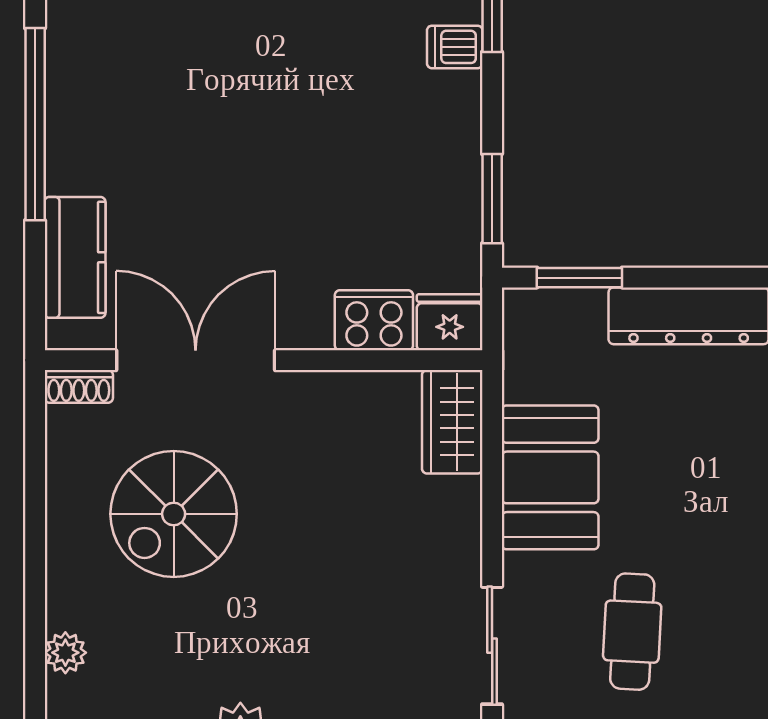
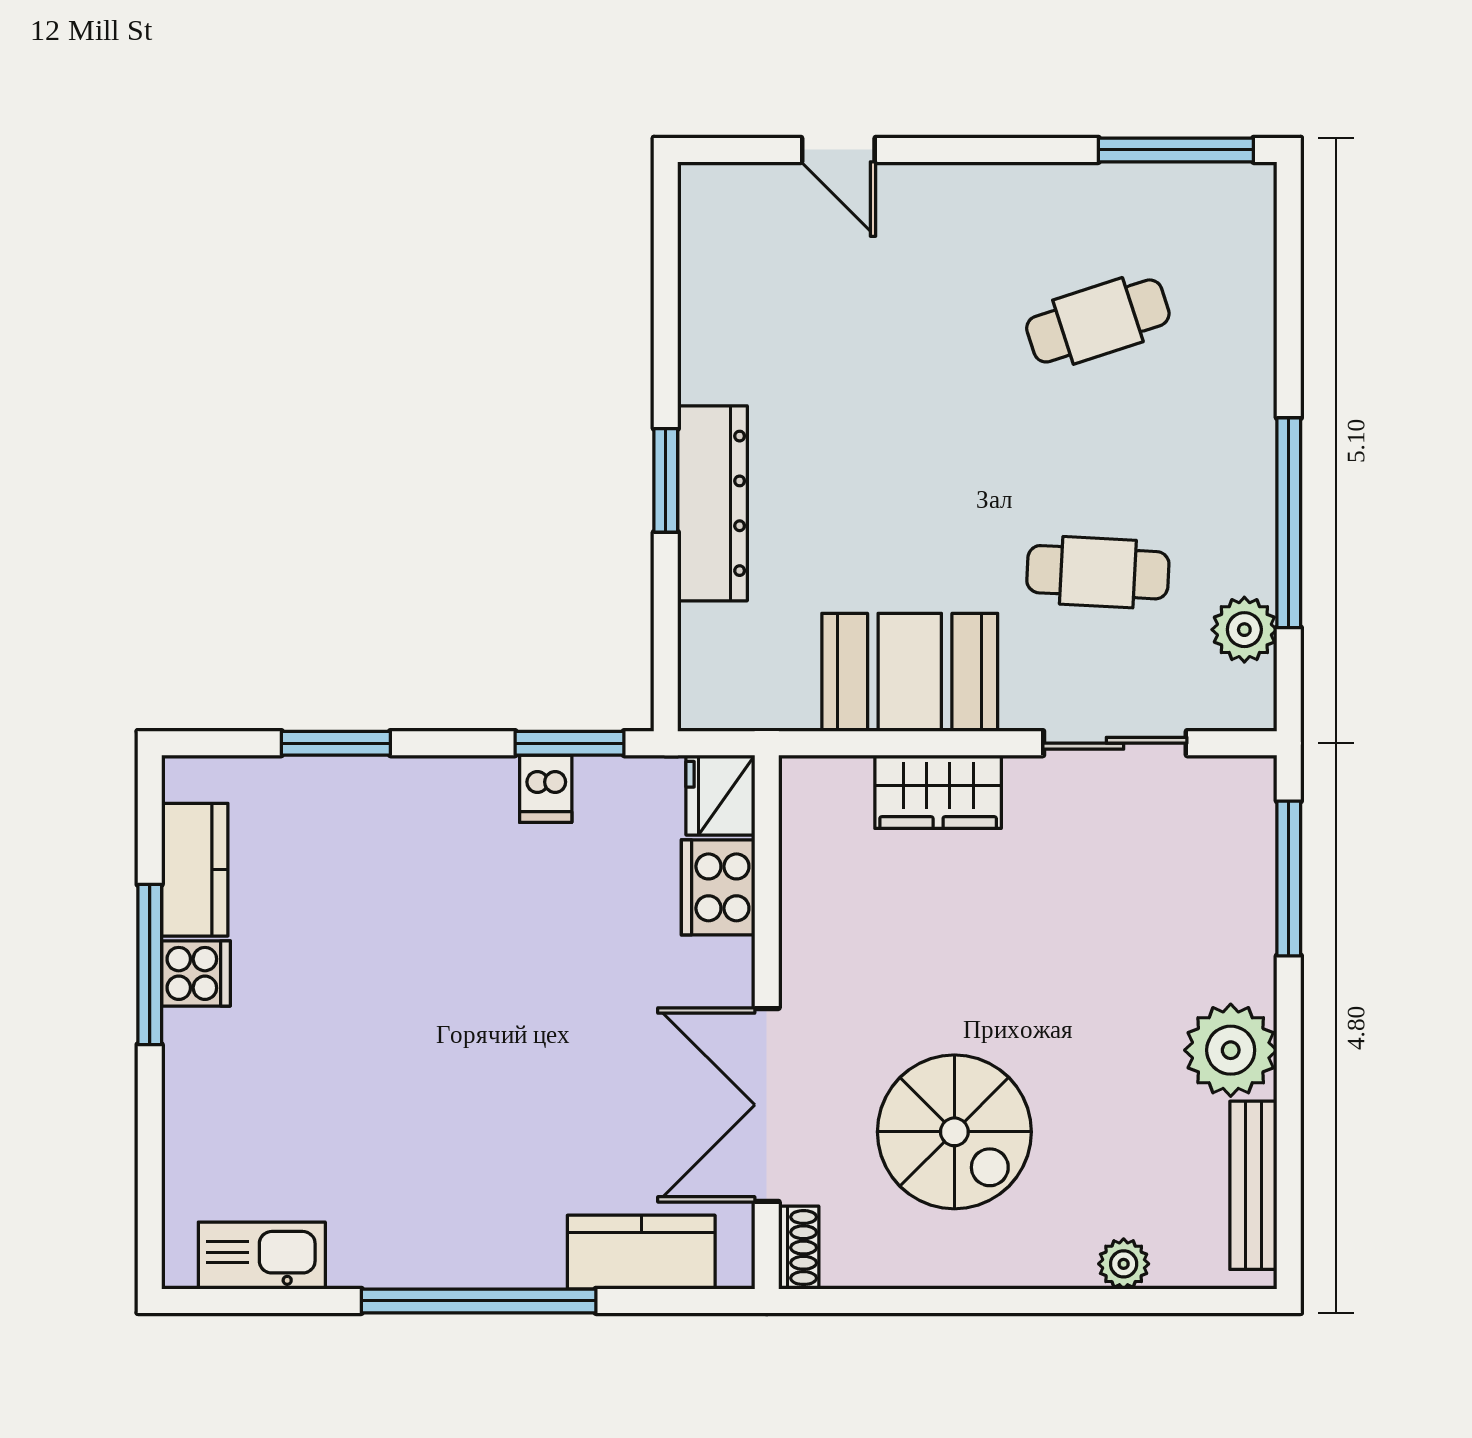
dishwasher: (455, 47) -> (546, 789), moved
window: (579, 278) -> (666, 480), moved
wardrobe: (452, 422) -> (938, 792), moved

